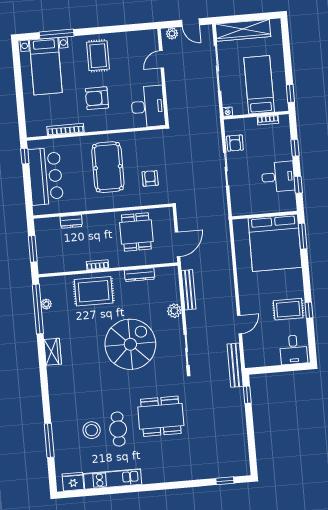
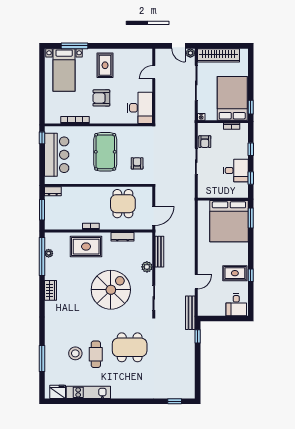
plant: (172, 34) -> (190, 53), moved
bed: (259, 85) -> (232, 98), width x1.50
dresser: (71, 221) -> (53, 191), moved

